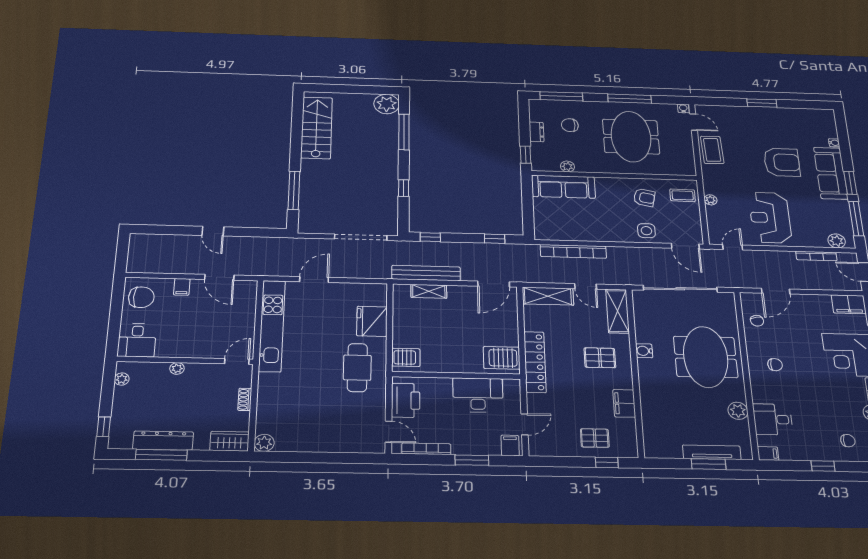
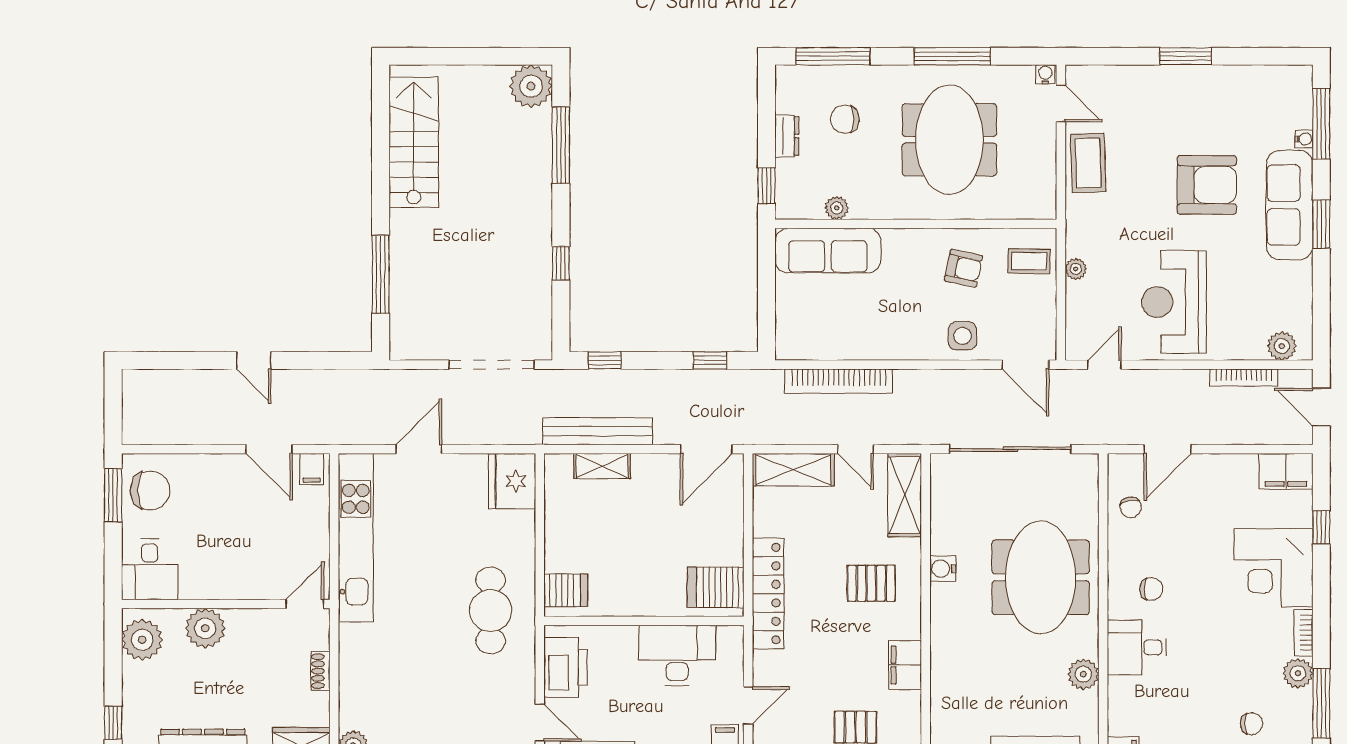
window: (856, 219) -> (1321, 124), moved
filing cabinet: (182, 287) -> (312, 469), moved
window: (117, 299) -> (113, 495), added
fridge: (372, 321) -> (512, 481), moved
plant: (177, 368) -> (205, 628), width x1.88, depth x1.88
plant: (122, 379) -> (142, 640), width x1.88, depth x1.88
desk: (773, 419) -> (1137, 647), moved

